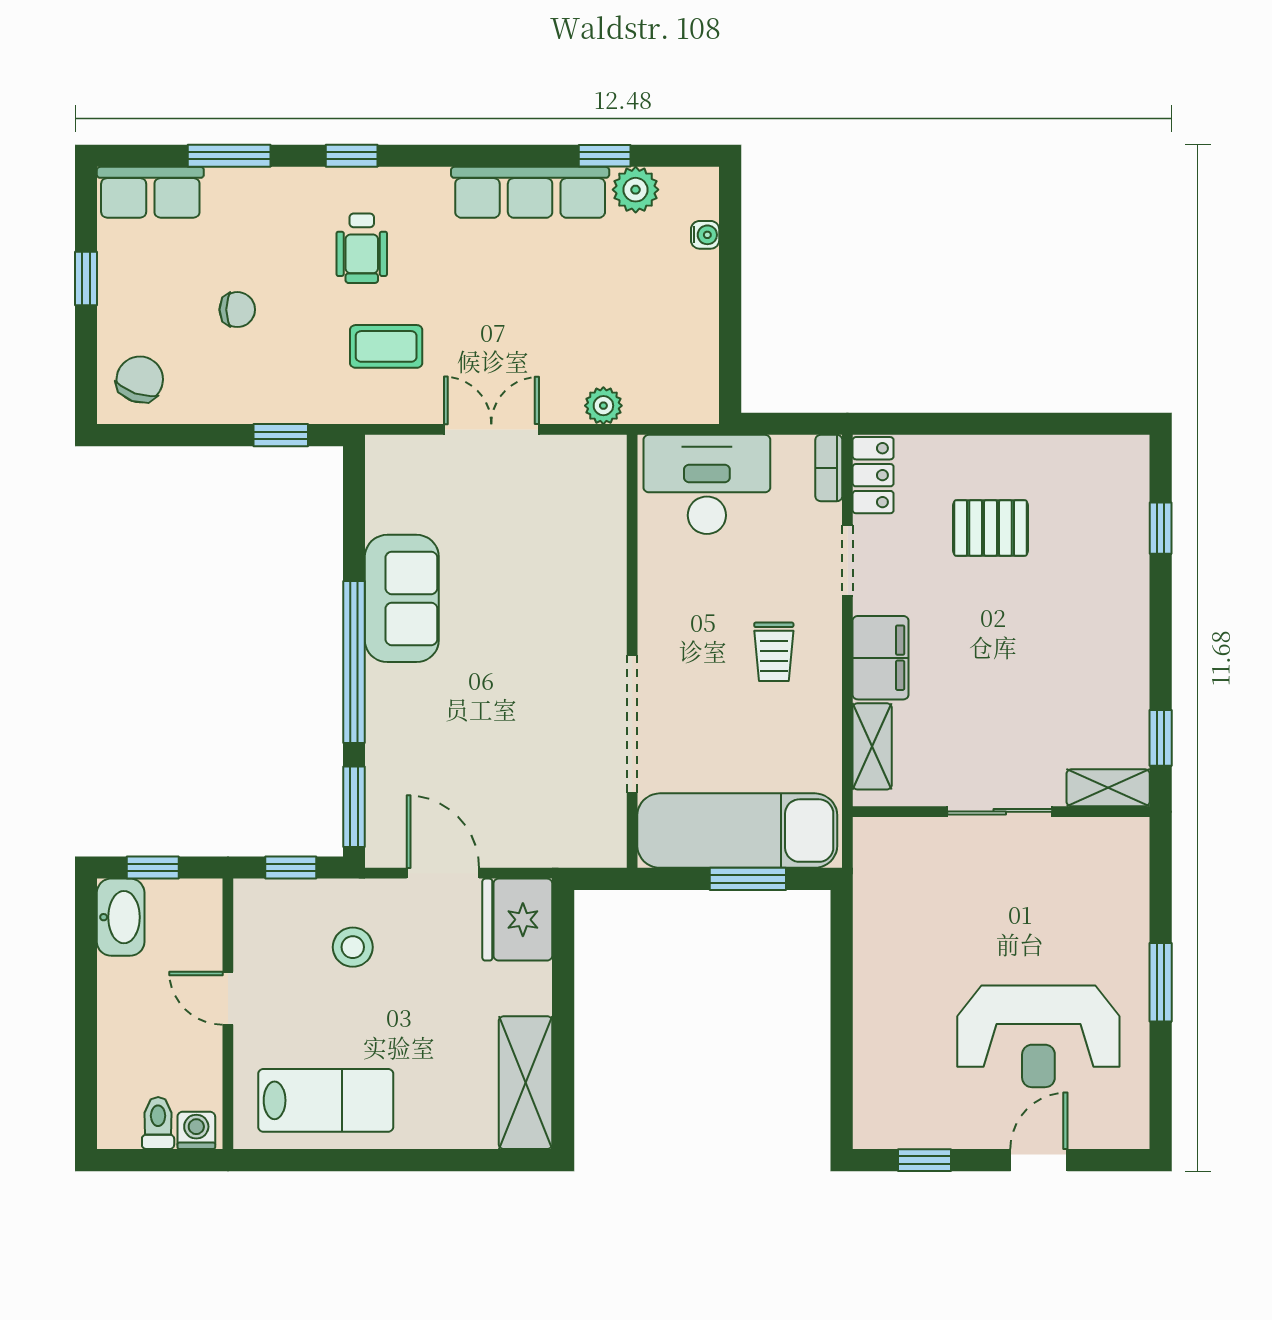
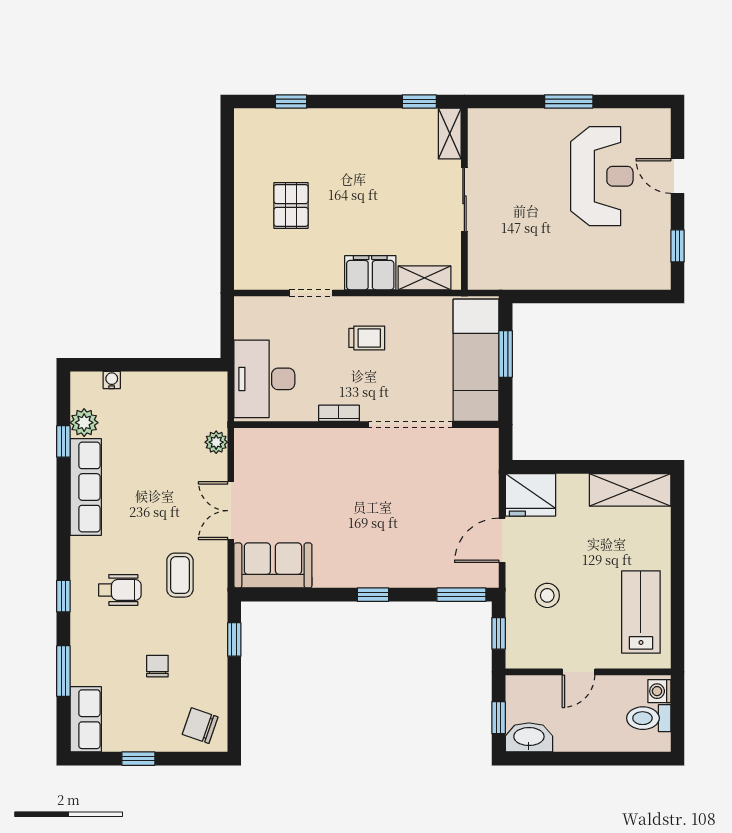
bookcase: (829, 468) -> (339, 413), moved, turned 180
locker: (873, 475) -> (259, 277), removed
sofa: (402, 598) -> (273, 565), moved
window: (354, 662) -> (373, 595), width x0.32
toilet: (158, 1123) -> (649, 718), width x1.37, depth x1.39

